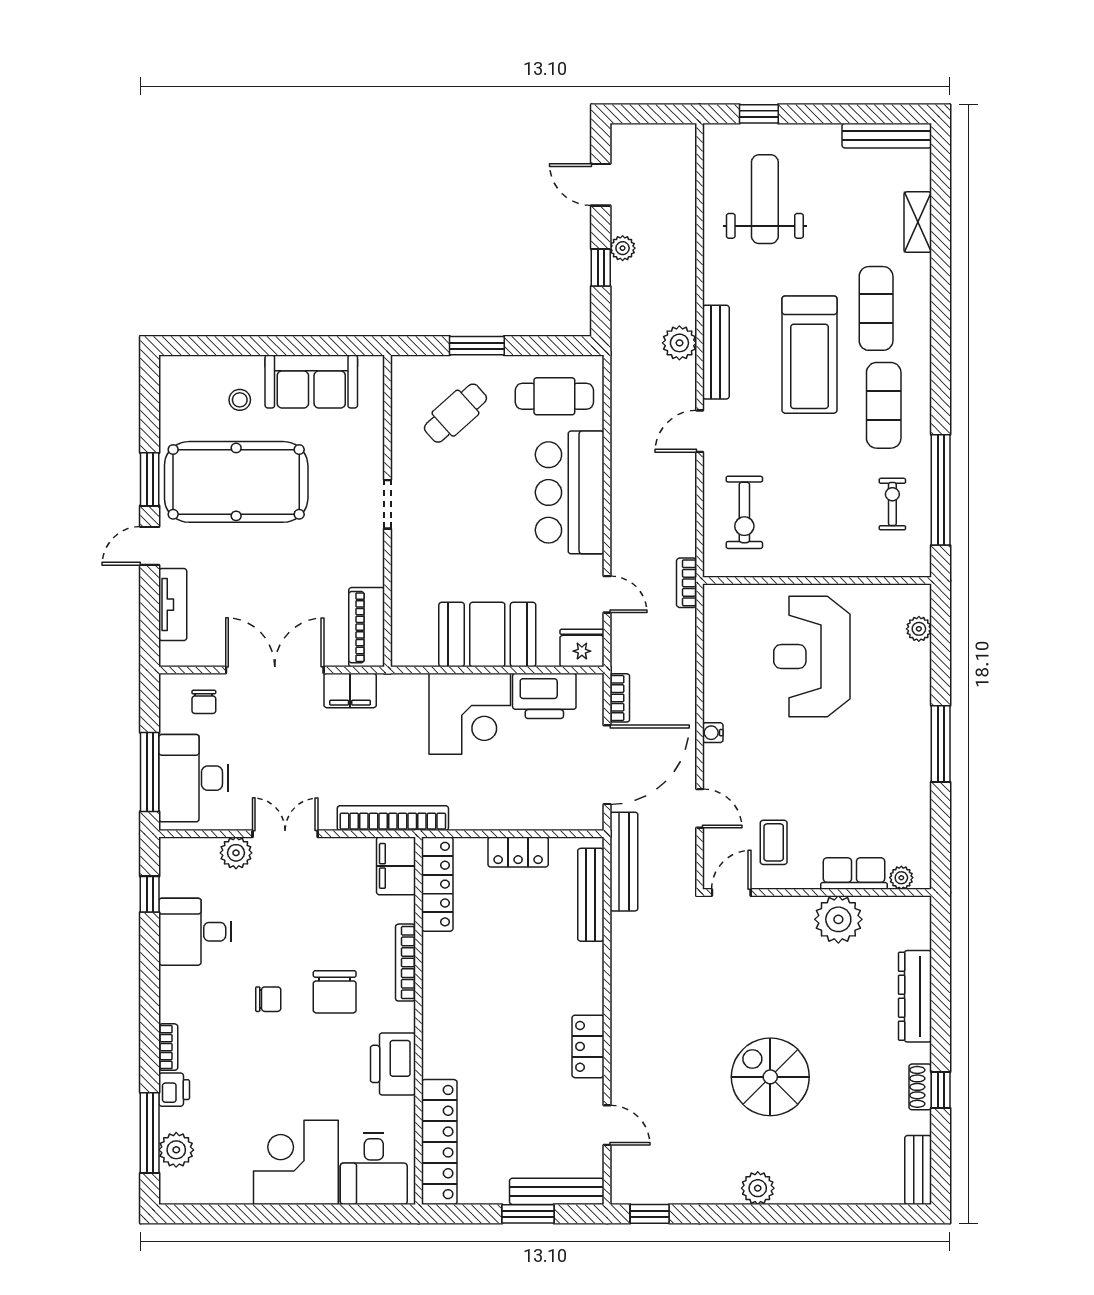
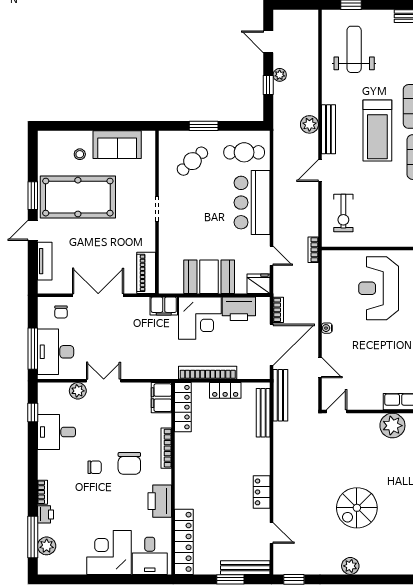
filing cabinet: (350, 690) -> (164, 306), moved
bookcase: (393, 818) -> (208, 373), moved
coffee table: (774, 842) -> (359, 385), removed
spiral stairs: (770, 1077) -> (357, 508), turned -90

